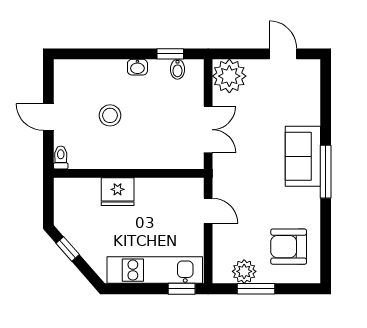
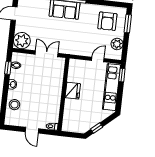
stool: (110, 115) -> (14, 105), moved
door: (48, 117) -> (32, 130), hinge flipped
fridge: (118, 192) -> (73, 91), moved
door: (208, 211) -> (98, 59), moved
window: (256, 289) -> (128, 24), moved

